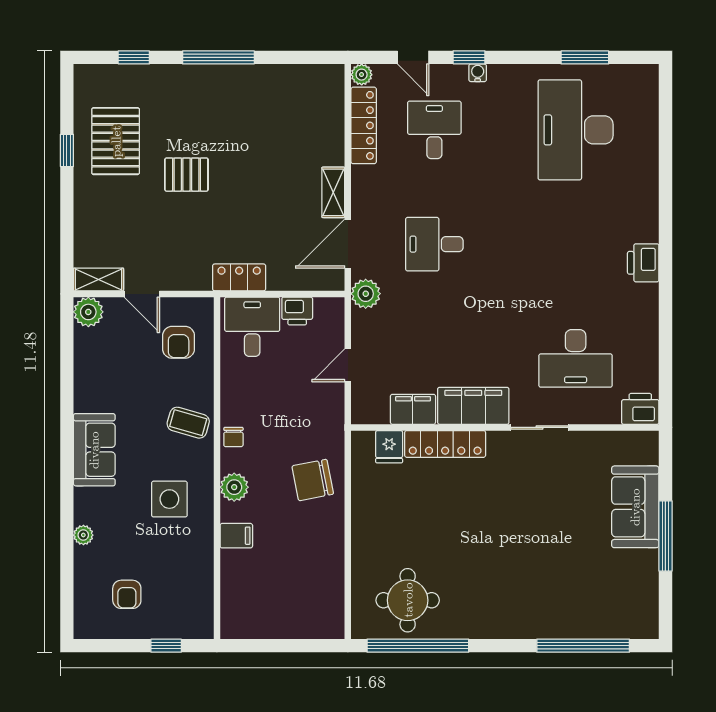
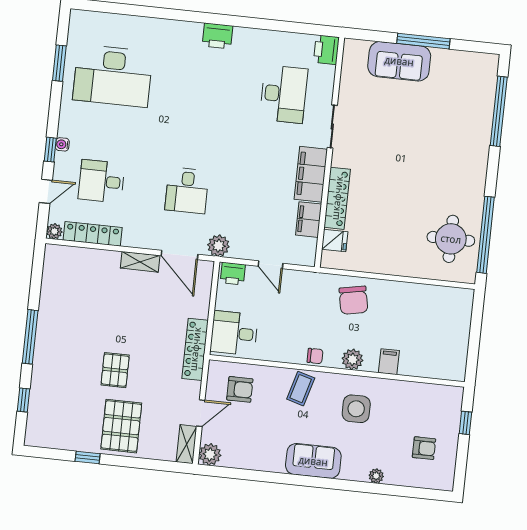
pallet: (116, 141) -> (121, 426), moved, turned 90
locker: (239, 277) -> (195, 349), width x1.53
printer: (297, 311) -> (233, 274), moved, turned 90

